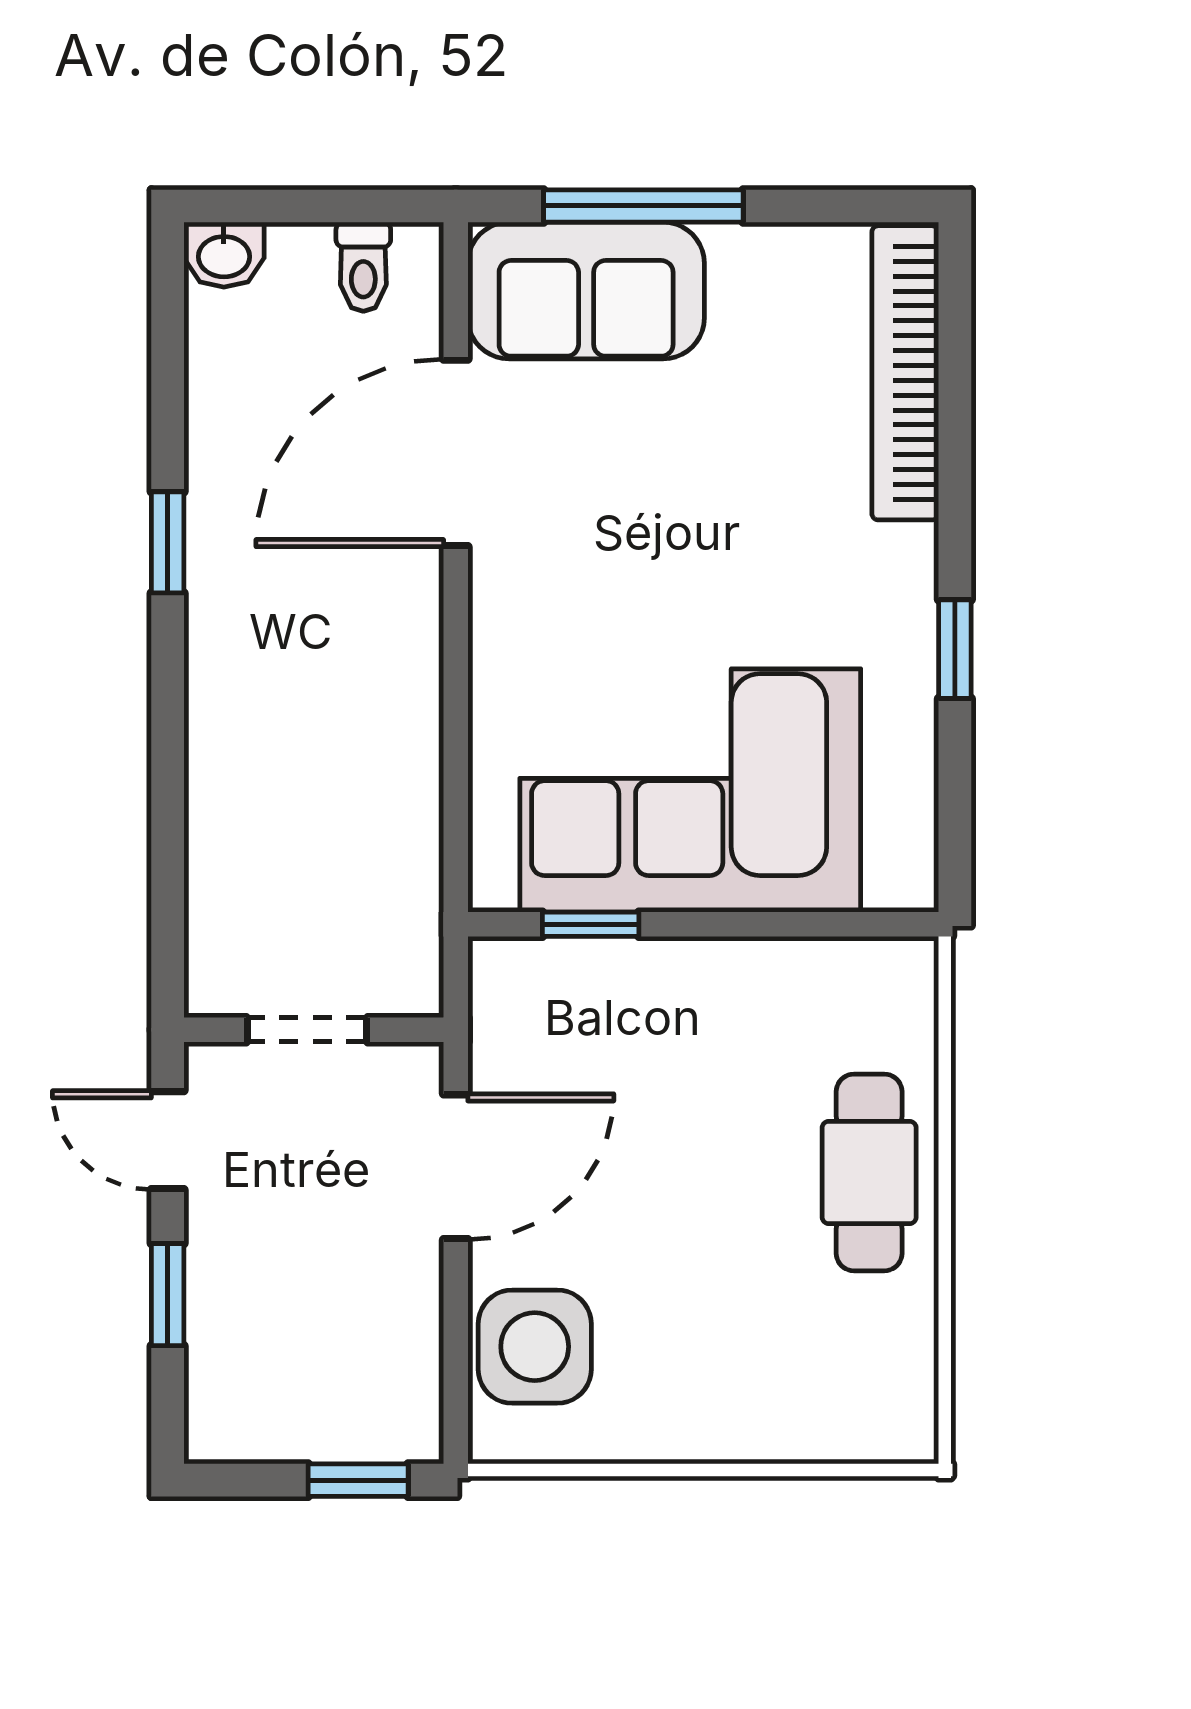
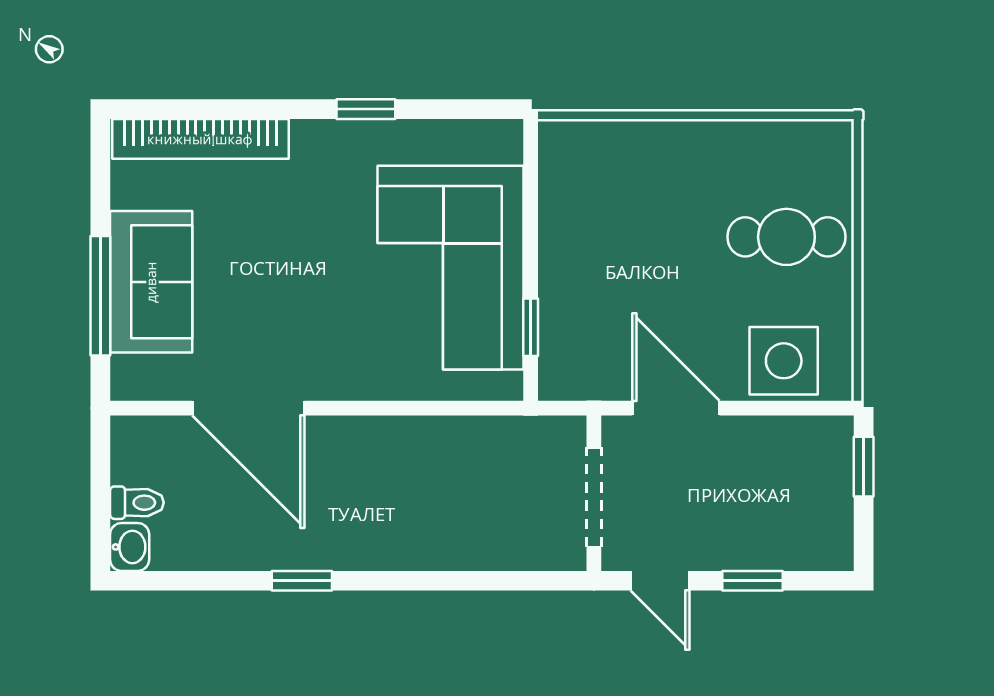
toilet: (363, 267) -> (137, 503), moved
sofa: (586, 291) -> (151, 282), moved
doorway: (307, 1030) -> (594, 497), width x1.38
door: (168, 1140) -> (660, 581), hinge flipped
cafe table: (869, 1172) -> (786, 237), moved

